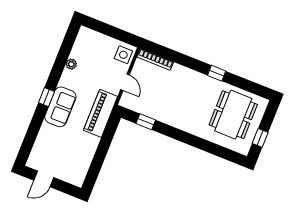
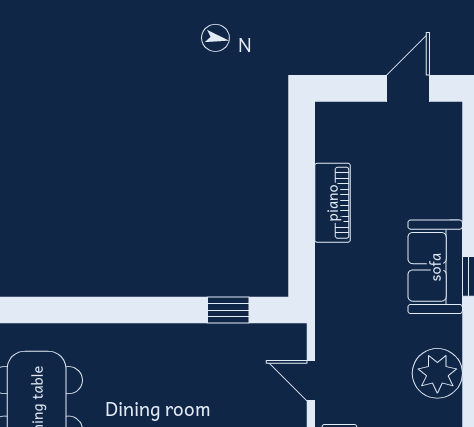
plant: (71, 64) -> (437, 373), width x1.88, depth x1.88
piano: (101, 113) -> (332, 203), moved, width x0.73, depth x0.75

